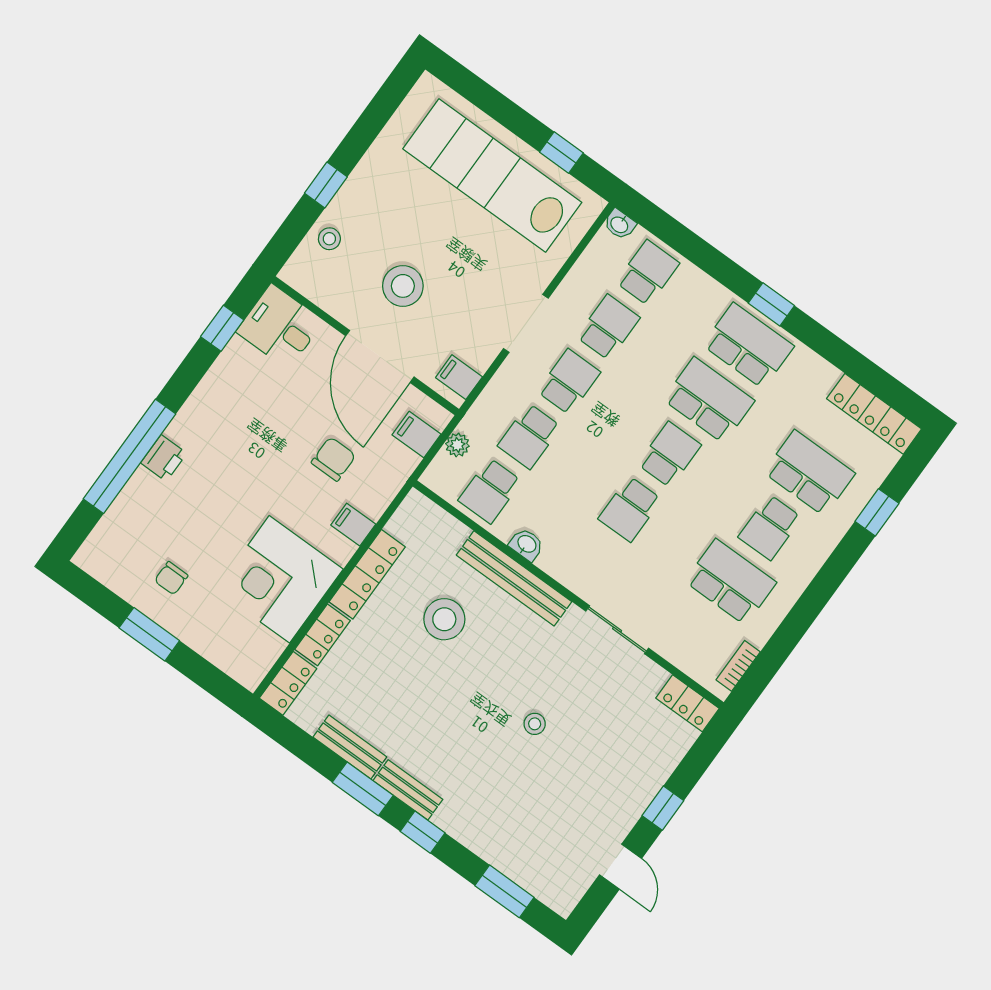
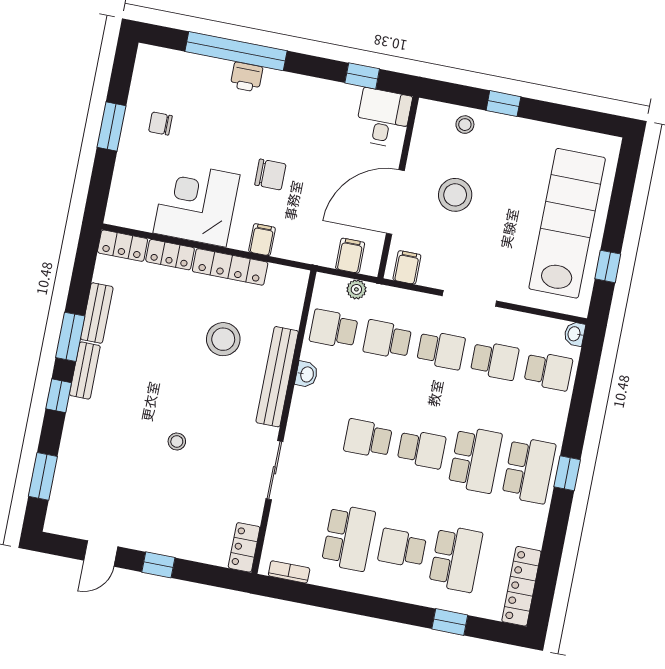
chair: (334, 459) -> (270, 174), moved

